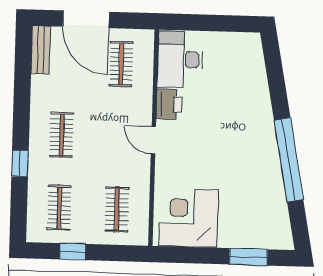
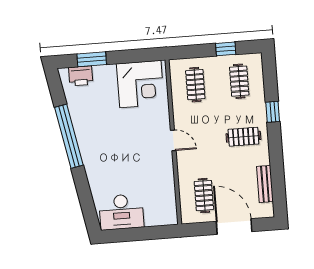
bench: (41, 50) -> (265, 184), moved
desk: (180, 60) -> (121, 212), moved, turned 90
printer: (169, 104) -> (81, 76), moved, turned -90
clothes rail: (61, 135) -> (243, 137), turned 90

